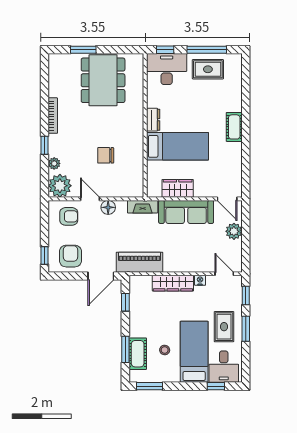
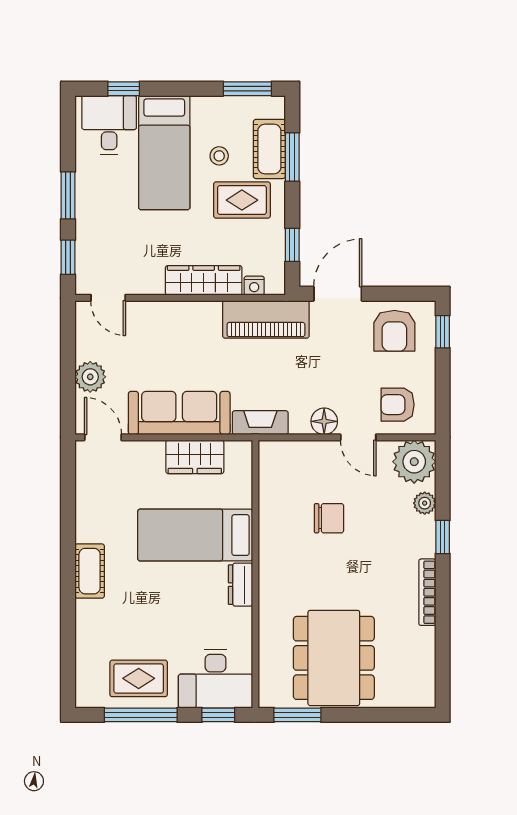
window: (83, 50) -> (297, 715), moved
nightstand: (200, 280) -> (254, 286), moved
rug: (224, 327) -> (242, 200), moved, turned 90

